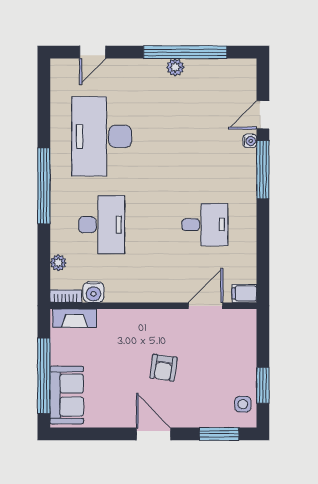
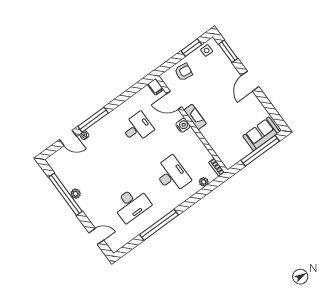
desk: (102, 136) -> (132, 204), width x0.73, depth x0.77
window: (44, 186) -> (159, 225), moved
desk: (102, 225) -> (172, 175), turned 90
desk: (205, 225) -> (137, 128), turned 90
water cooler: (94, 292) -> (183, 125), moved
fireplace: (74, 318) -> (195, 117), moved
armchair: (163, 368) -> (184, 72), moved

